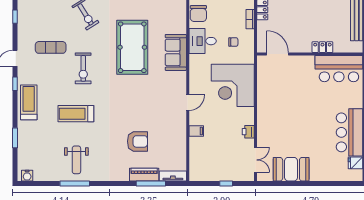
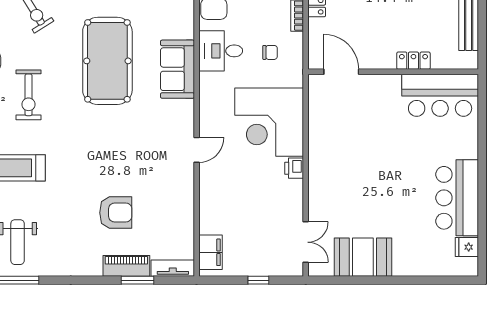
filing cabinet: (196, 131) -> (210, 252), moved, width x2.00
printer: (248, 132) -> (294, 168), moved
window: (151, 183) -> (137, 280), width x0.69

